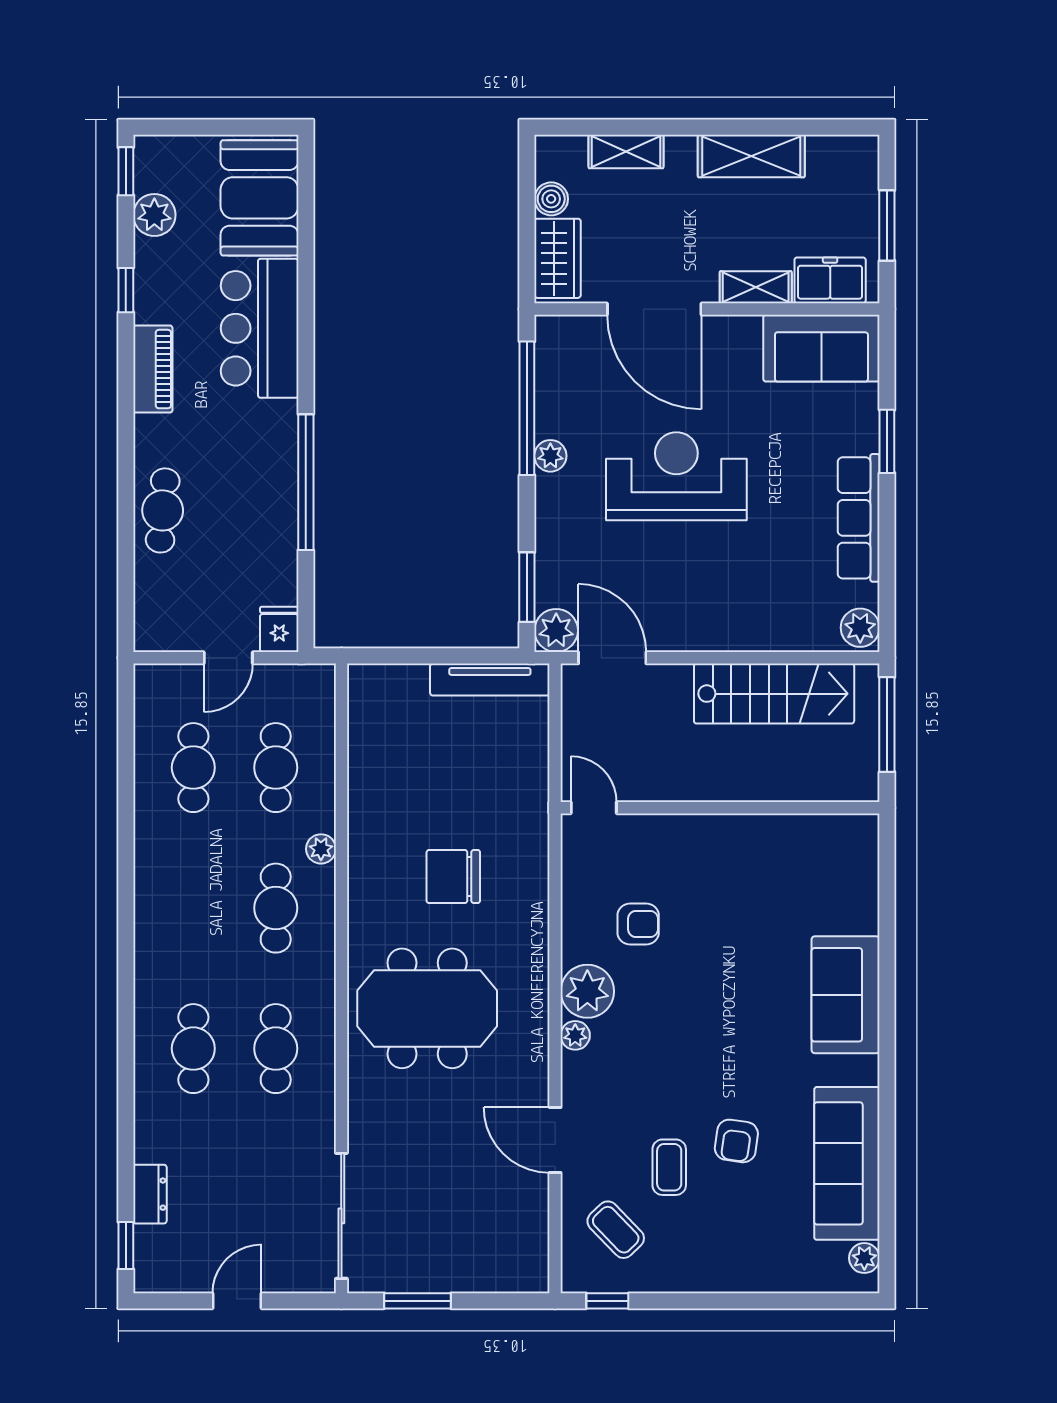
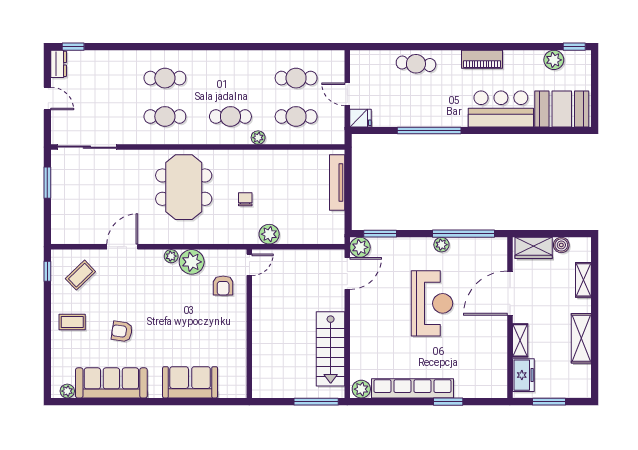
window: (126, 290) -> (519, 47), removed
sofa: (821, 348) -> (492, 371), removed
row of seats: (859, 518) -> (412, 388), width x1.36
tv unit: (490, 680) -> (337, 183), moved
door: (594, 808) -> (249, 265), moved
wall: (720, 808) -> (249, 324), moved
plant: (528, 825) -> (269, 234), added
chair: (453, 877) -> (245, 199), width x0.54, depth x0.54
coffee table: (669, 1167) -> (72, 322), moved
dresser: (150, 1194) -> (59, 64), moved, turned -90

